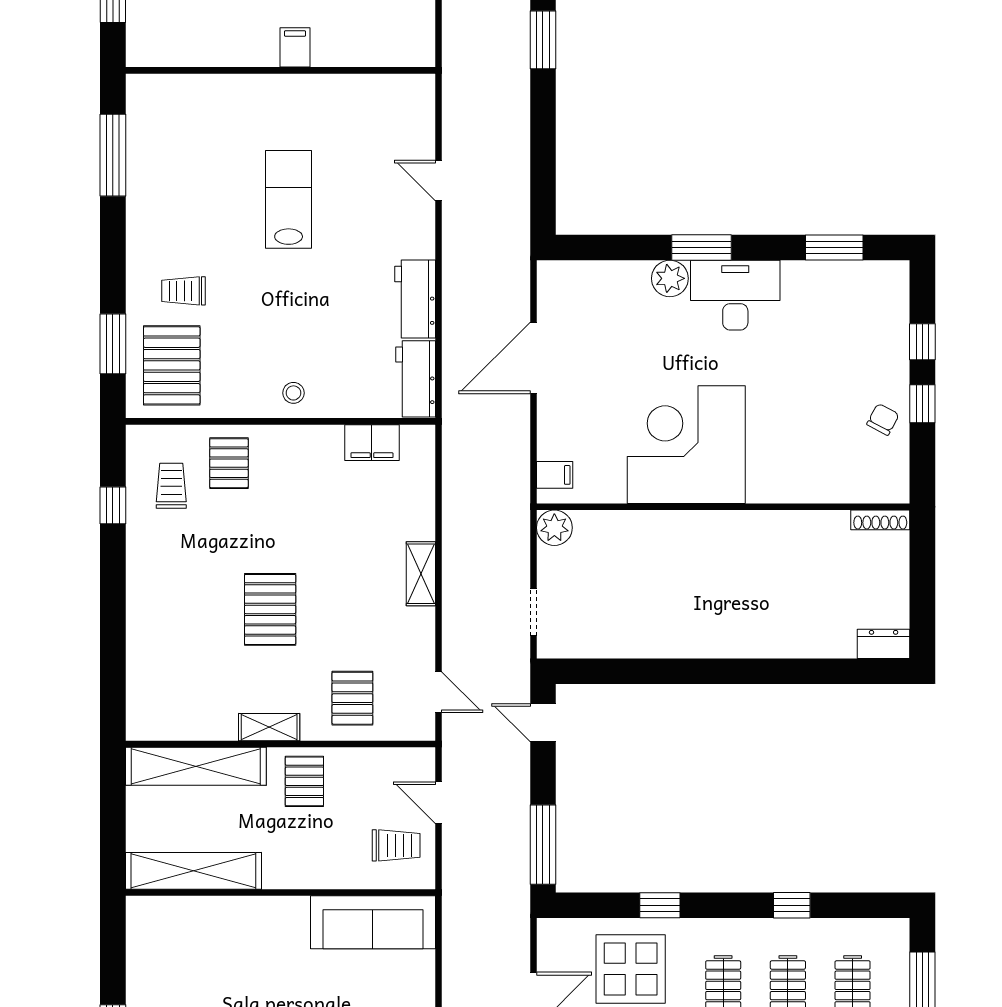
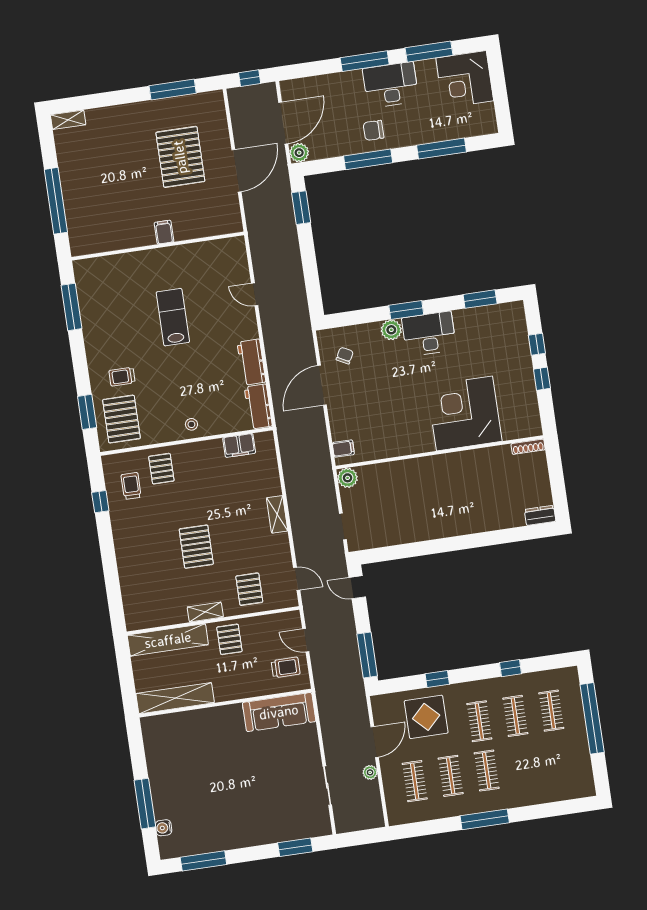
chair: (883, 419) -> (345, 356), moved
corner desk: (686, 445) -> (464, 413), moved

